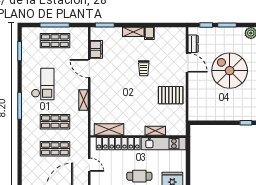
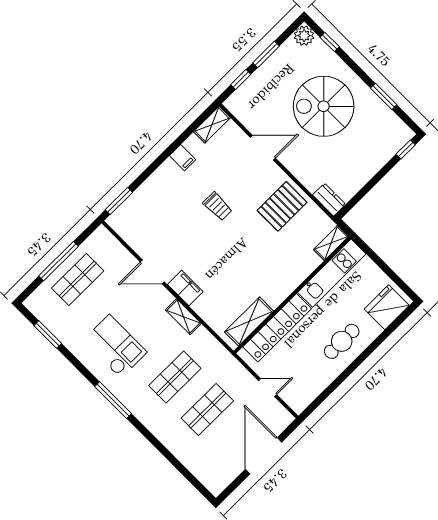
shelving: (133, 32) -> (212, 125), moved
dresser: (193, 44) -> (329, 200), moved
filing cabinet: (96, 49) -> (185, 288), moved
shelving: (155, 131) -> (331, 243), moved

